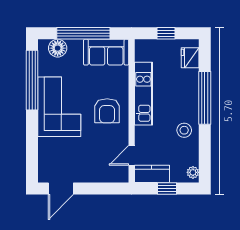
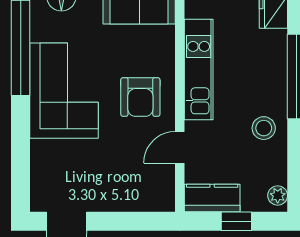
door: (132, 155) -> (180, 147), moved

